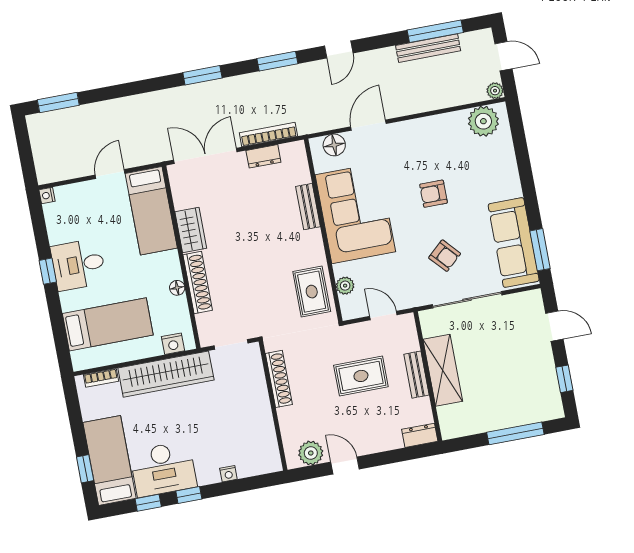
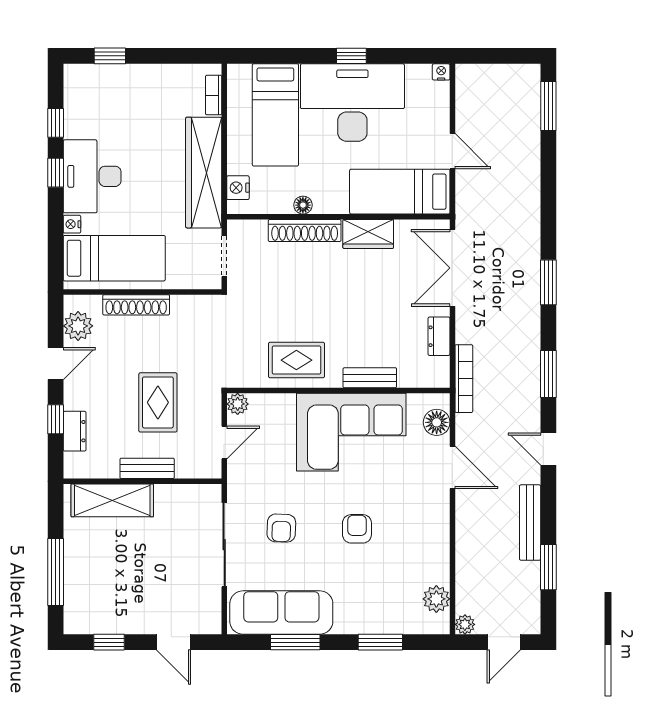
window: (435, 31) -> (548, 567), width x0.69
bench: (428, 48) -> (530, 523), moved
plant: (483, 121) -> (436, 599), width x0.73, depth x0.73
bookcase: (268, 134) -> (464, 379), moved
double door: (205, 156) -> (452, 268), swing flipped
window: (523, 157) -> (380, 642), added
window: (540, 250) -> (295, 642), moved
armchair: (445, 256) -> (281, 528), turned -46
desk: (78, 265) -> (352, 103), width x1.87, depth x1.30
plant: (345, 286) -> (238, 404), moved
rug: (312, 292) -> (296, 360), moved
door: (554, 326) -> (174, 642), hinge flipped
shelving: (443, 370) -> (112, 500), moved
shoe rack: (279, 379) -> (136, 305), moved
dresser: (420, 435) -> (75, 431), moved
window: (390, 457) -> (56, 419), added
bed: (109, 460) -> (114, 258), moved
desk: (163, 469) -> (92, 176), moved

